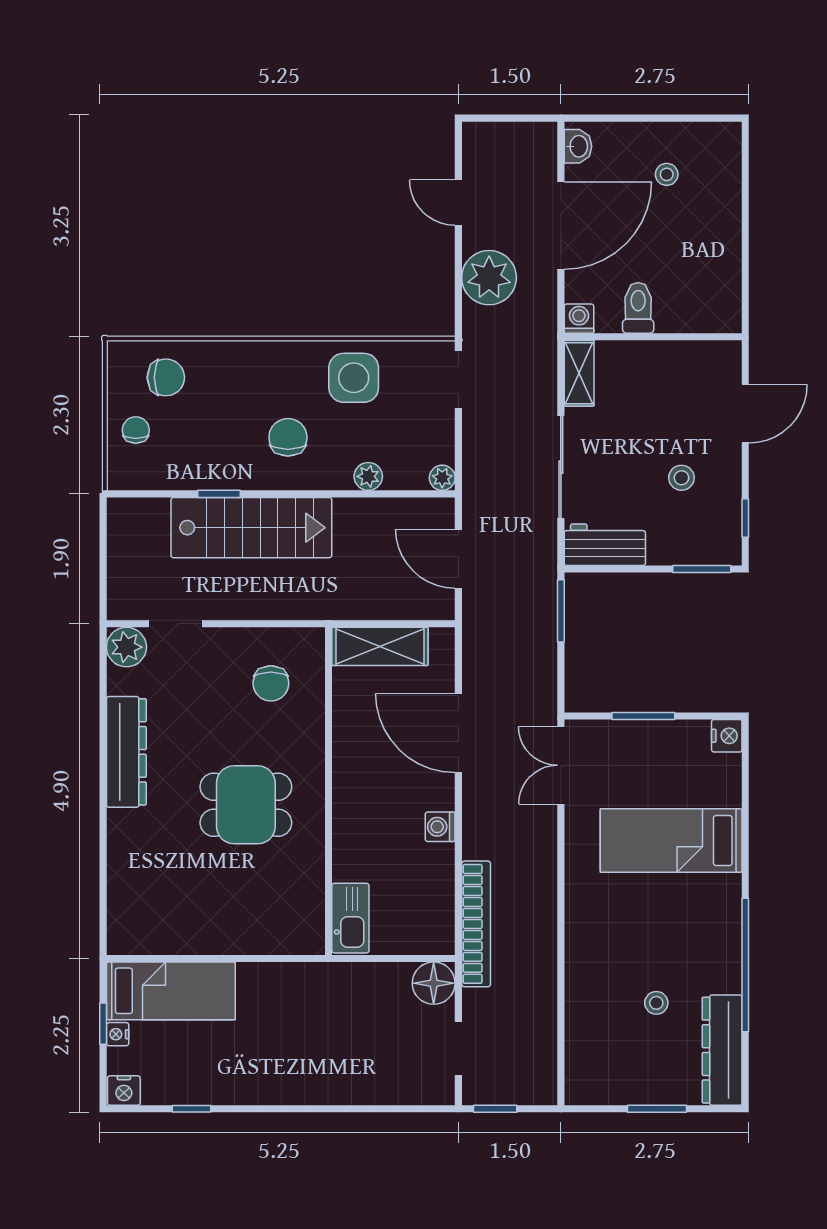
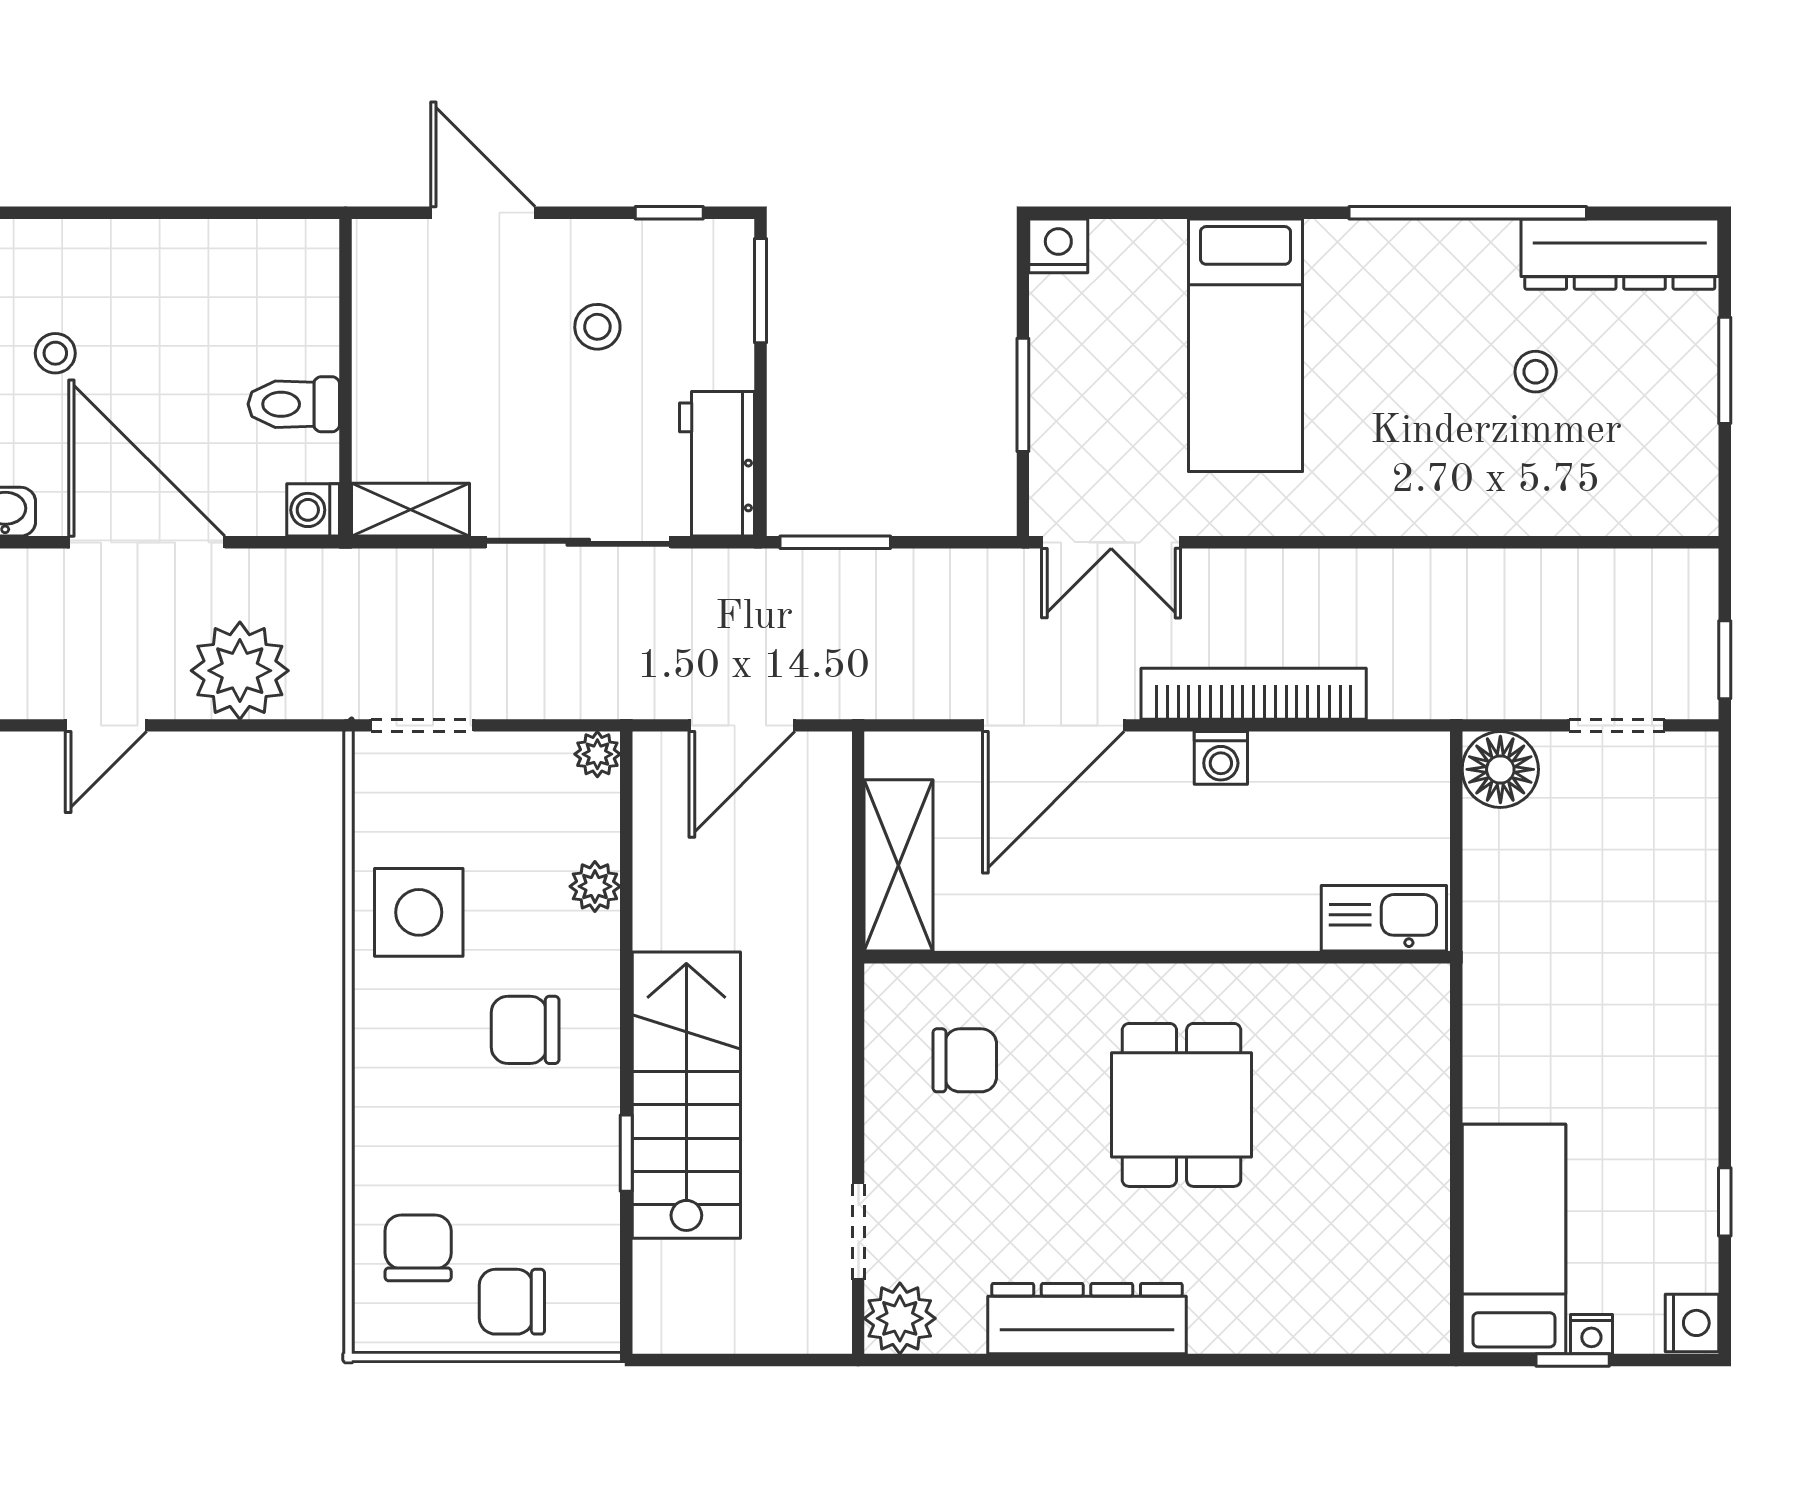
chair: (136, 430) -> (512, 1302), width x1.37, depth x1.37
bookcase: (476, 924) -> (1254, 694), moved

